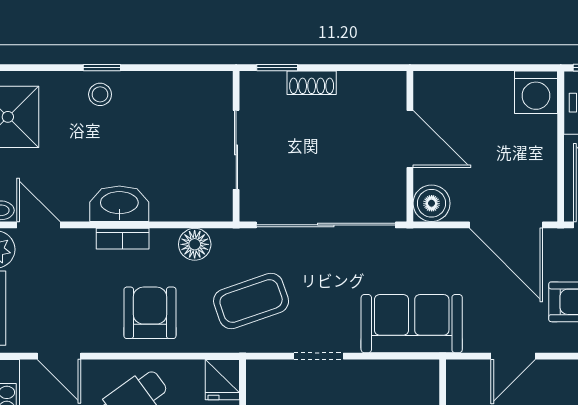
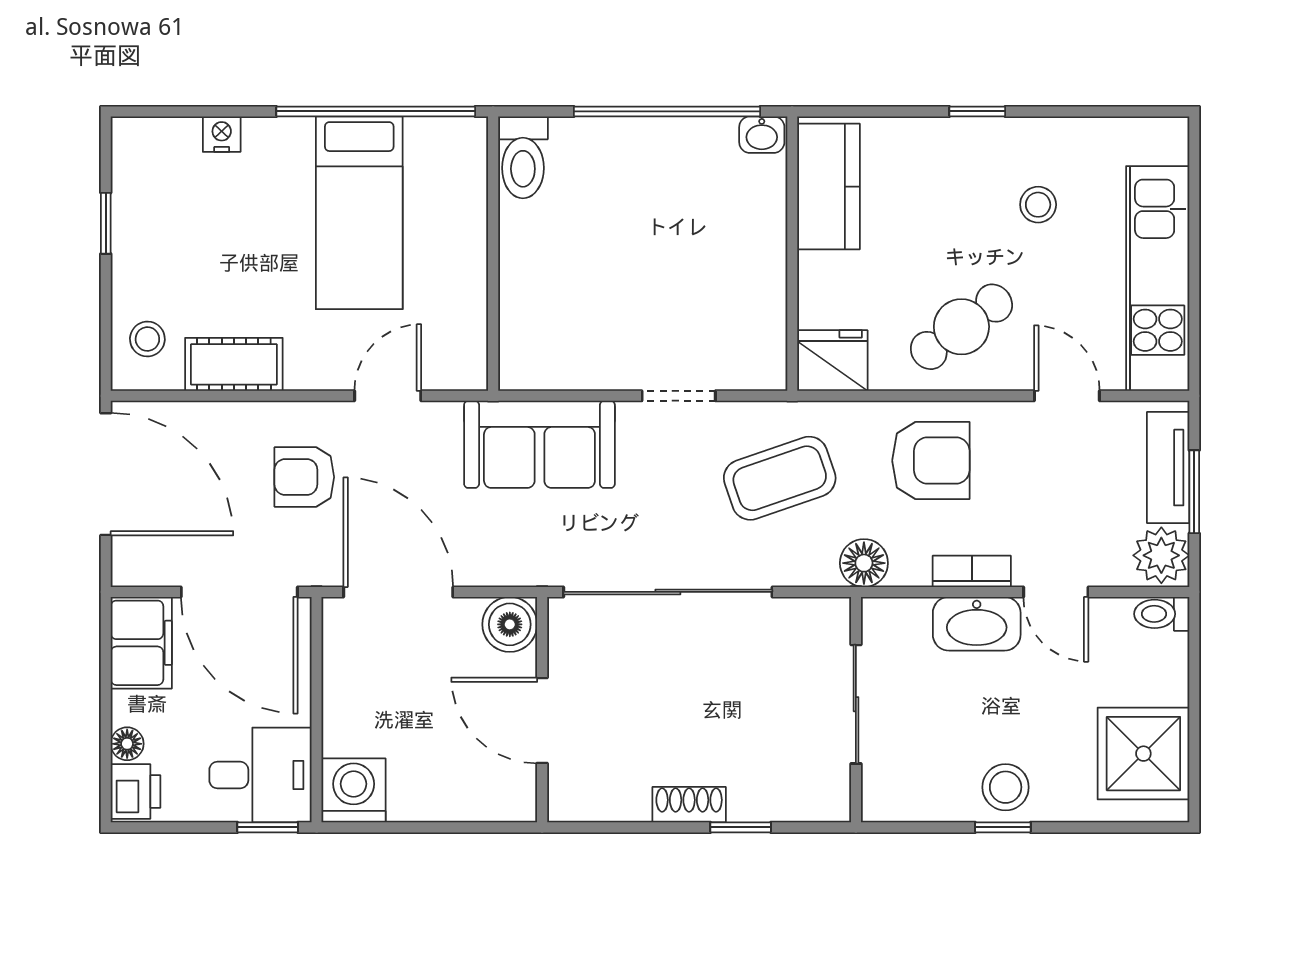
stool: (100, 94) -> (1006, 787), width x1.37, depth x1.37
wall: (236, 146) -> (856, 710), moved
sliding door: (236, 150) -> (856, 704), moved
door: (38, 225) -> (1056, 592), moved
armchair: (150, 313) -> (931, 461), turned -90
fridge: (222, 380) -> (832, 361), width x1.38

